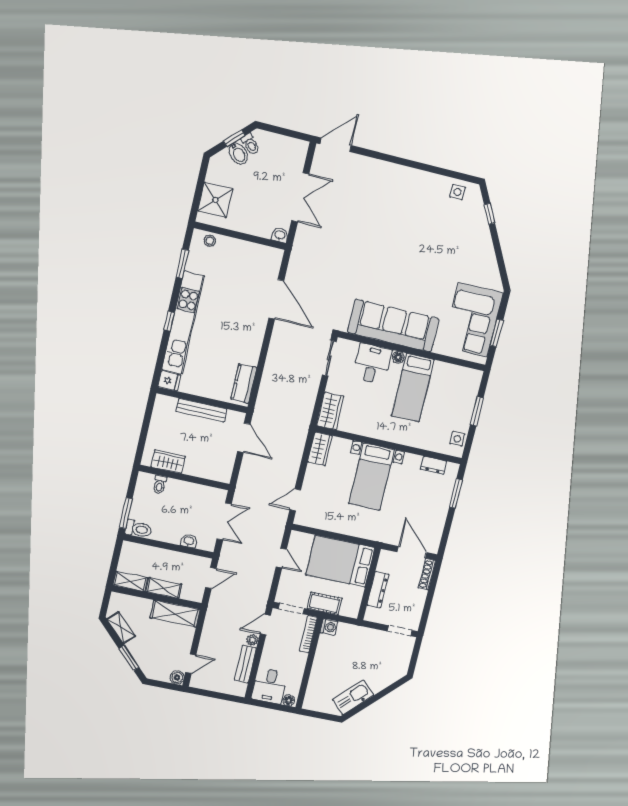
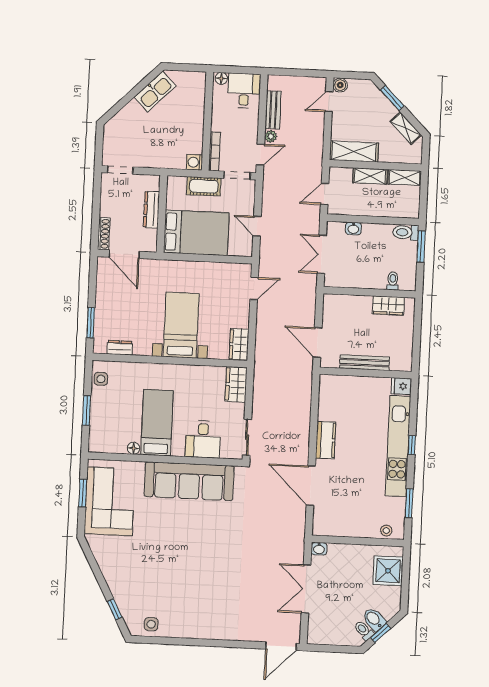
floor lamp: (398, 357) -> (134, 448), moved
kitchen counter: (244, 383) -> (326, 440), moved

